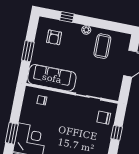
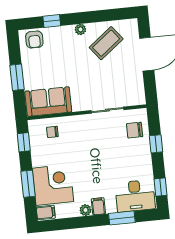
armchair: (54, 37) -> (34, 40), moved
coffee table: (102, 46) -> (106, 43), turned 52
sofa: (52, 78) -> (48, 102), width x0.73
window: (18, 101) -> (24, 142), added

